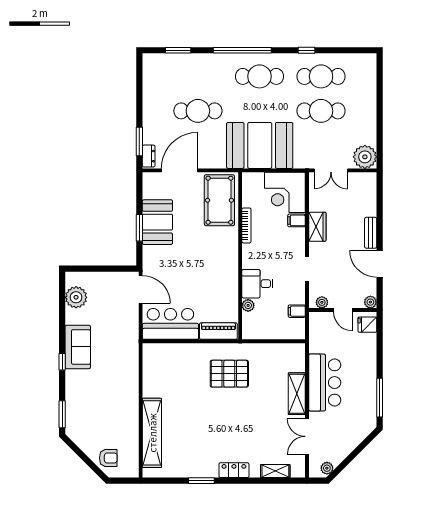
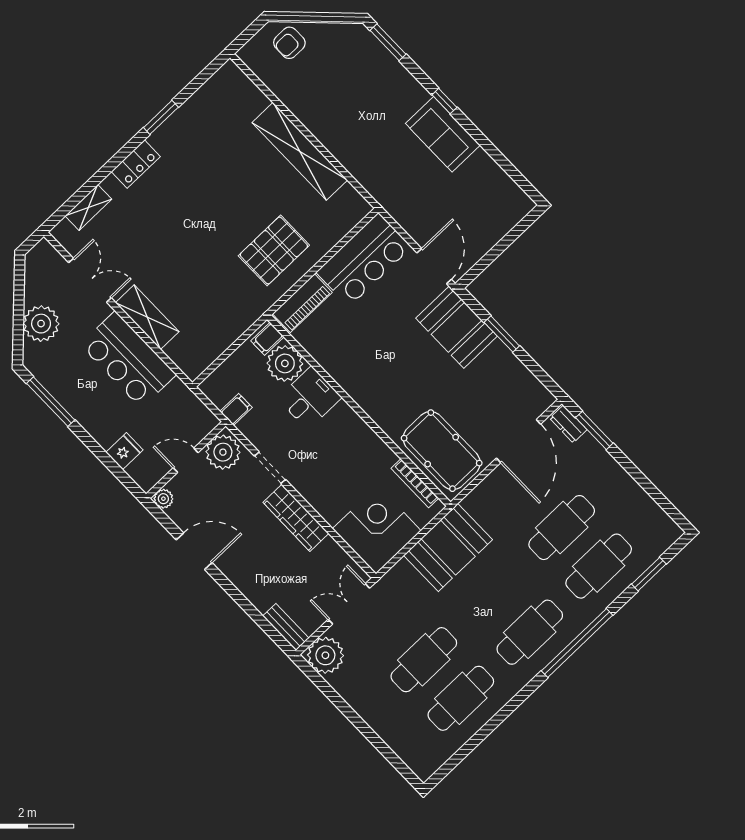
window: (306, 50) -> (505, 712), removed
cafe table: (198, 76) -> (599, 566), added
booth: (260, 145) -> (448, 548), width x0.73, depth x0.70
filing cabinet: (297, 220) -> (267, 339), moved, turned 180
booth: (157, 222) -> (457, 327), moved
bookcase: (246, 225) -> (415, 483), moved
wardrobe: (317, 227) -> (296, 518), width x1.50
bench: (371, 233) -> (286, 627), moved
door: (141, 289) -> (434, 266), swing flipped
plant: (76, 297) -> (498, 188), removed
plant: (322, 302) -> (223, 452), width x1.87, depth x1.87
plant: (248, 305) -> (285, 363), width x1.88, depth x1.88
fridge: (367, 325) -> (124, 451), moved
pallet: (229, 374) -> (274, 250), moved
shelving: (152, 433) -> (300, 151), moved
plant: (327, 468) -> (41, 324), moved, width x1.88, depth x1.88

